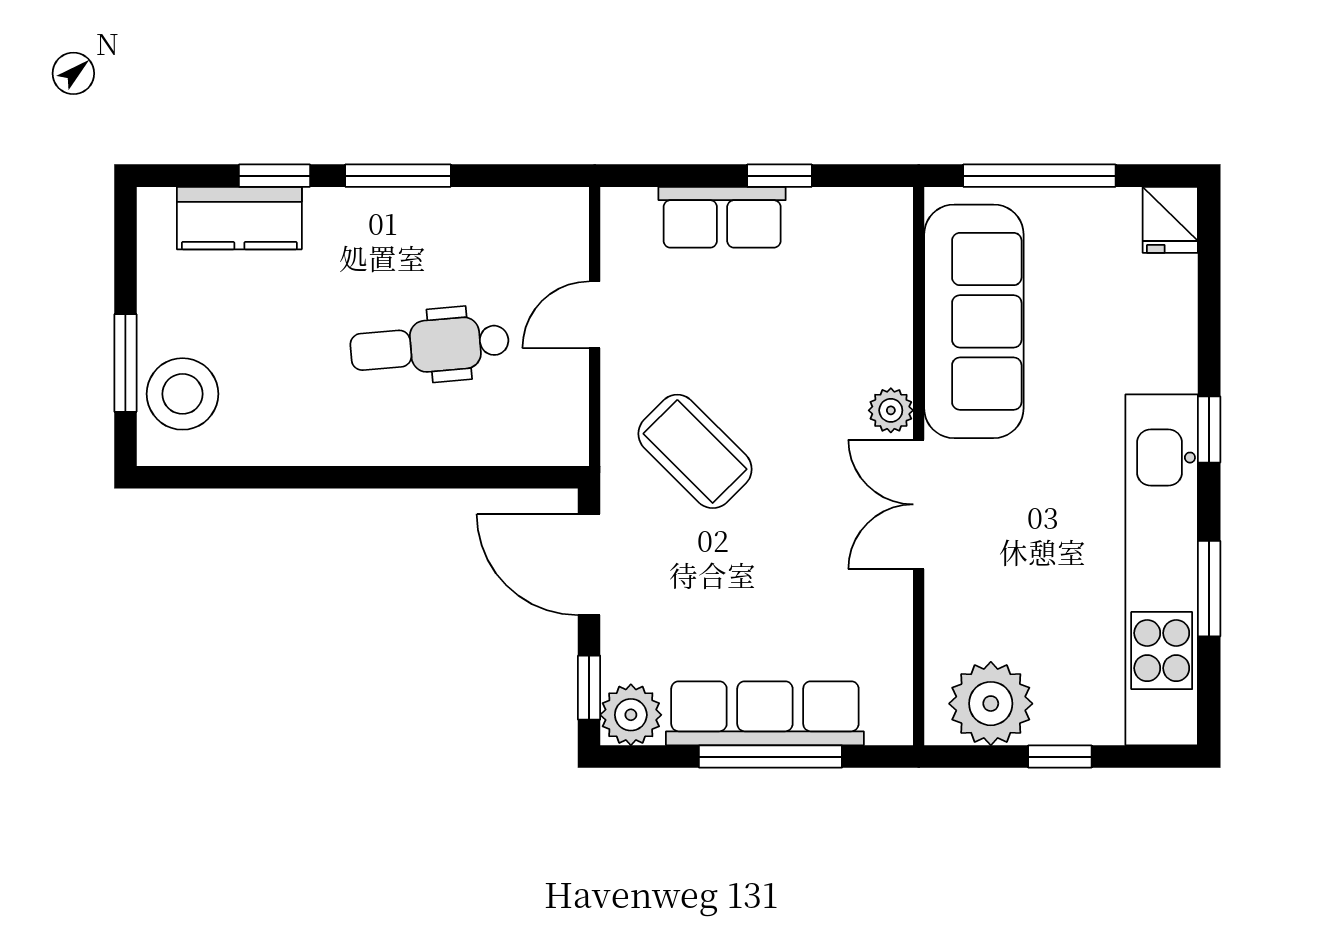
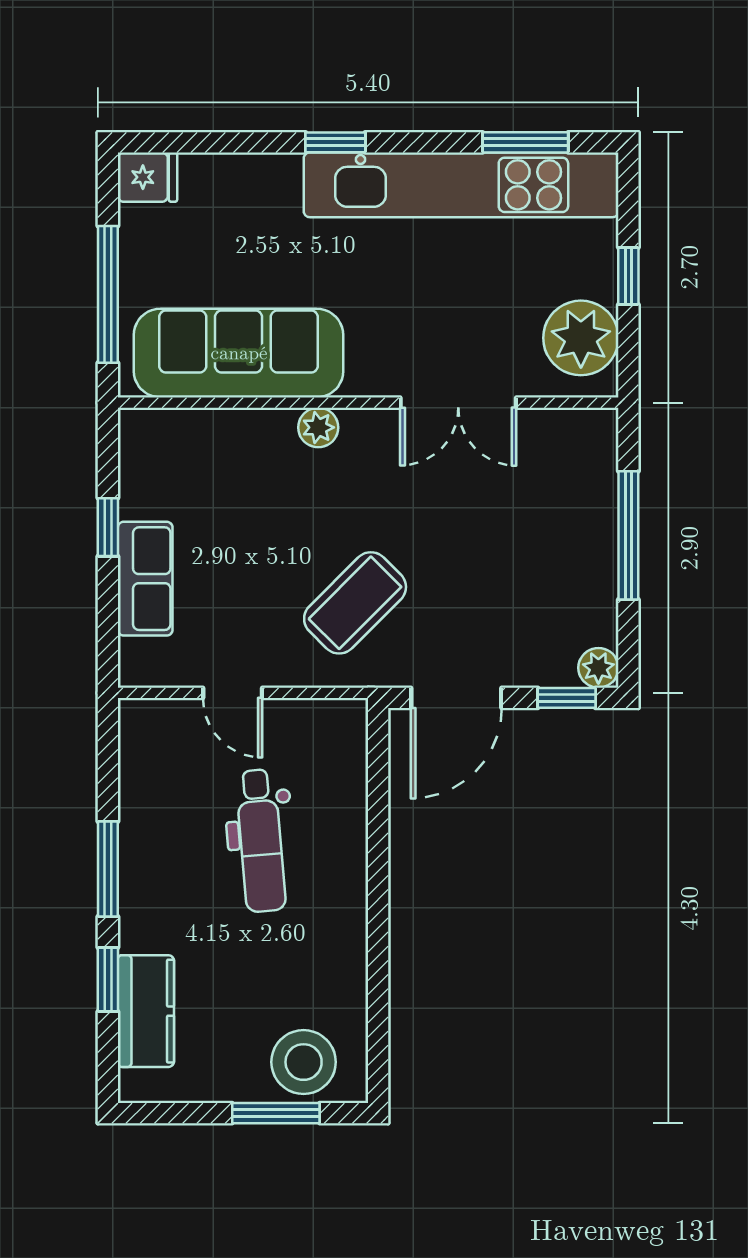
double door: (919, 504) -> (458, 403), moved
window: (1209, 589) -> (525, 142), moved
row of seats: (765, 713) -> (590, 540), removed
plant: (631, 715) -> (598, 668), width x0.73, depth x0.73

